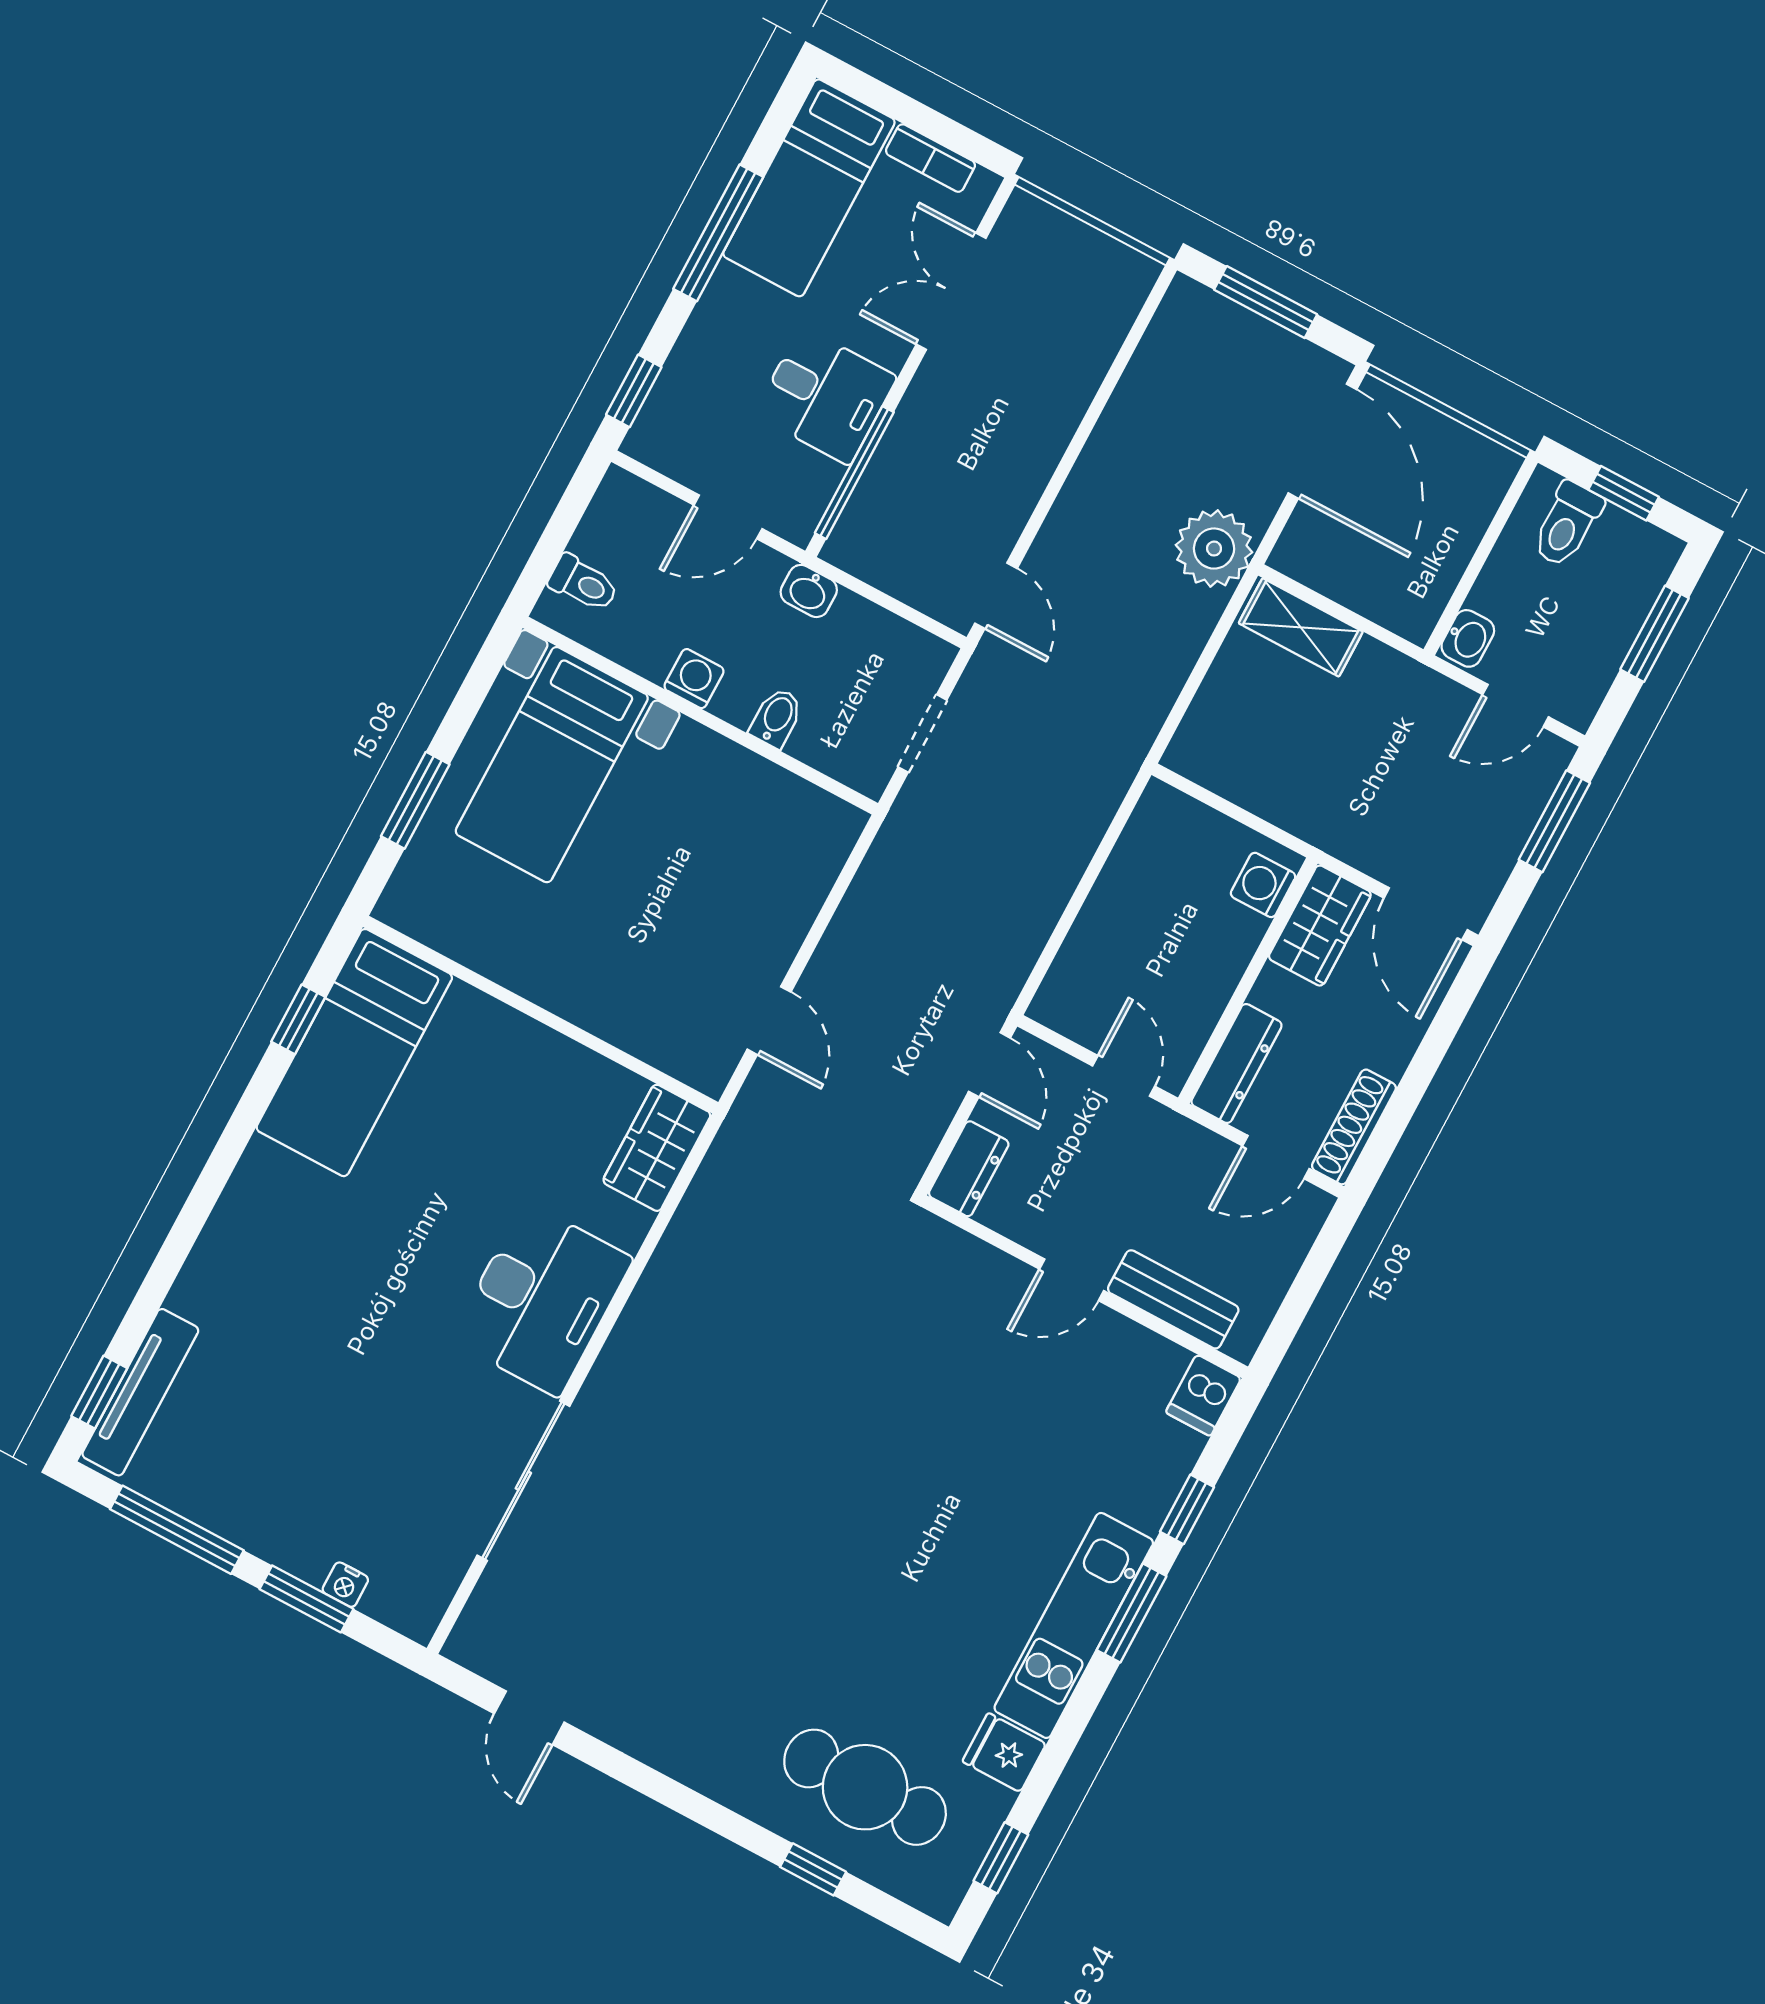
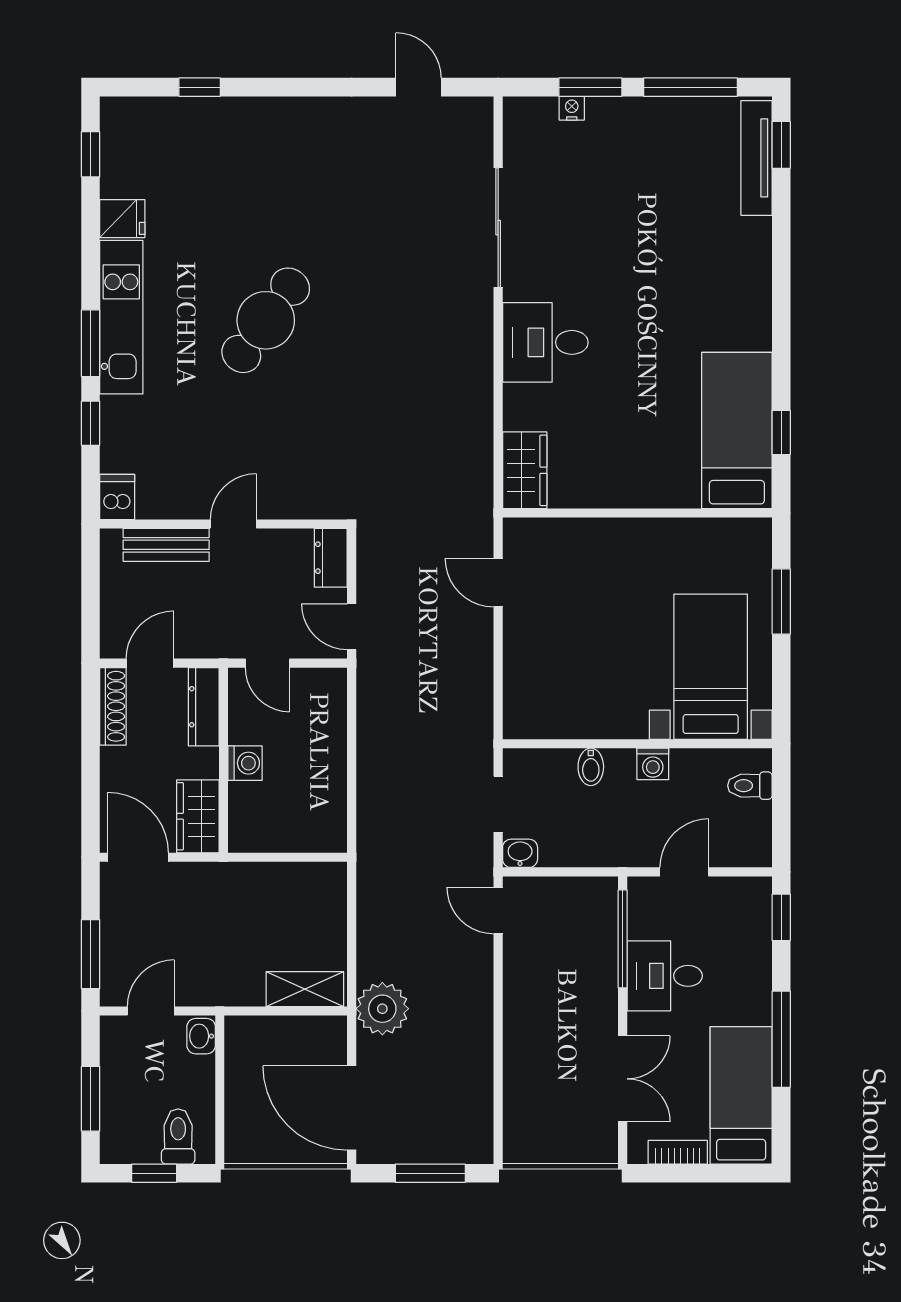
washbasin: (809, 591) -> (520, 853), moved
washing machine: (1263, 885) -> (245, 763), moved
desk: (542, 1299) -> (545, 342), width x0.73
cafe table: (865, 1787) -> (266, 320), moved, turned -54

